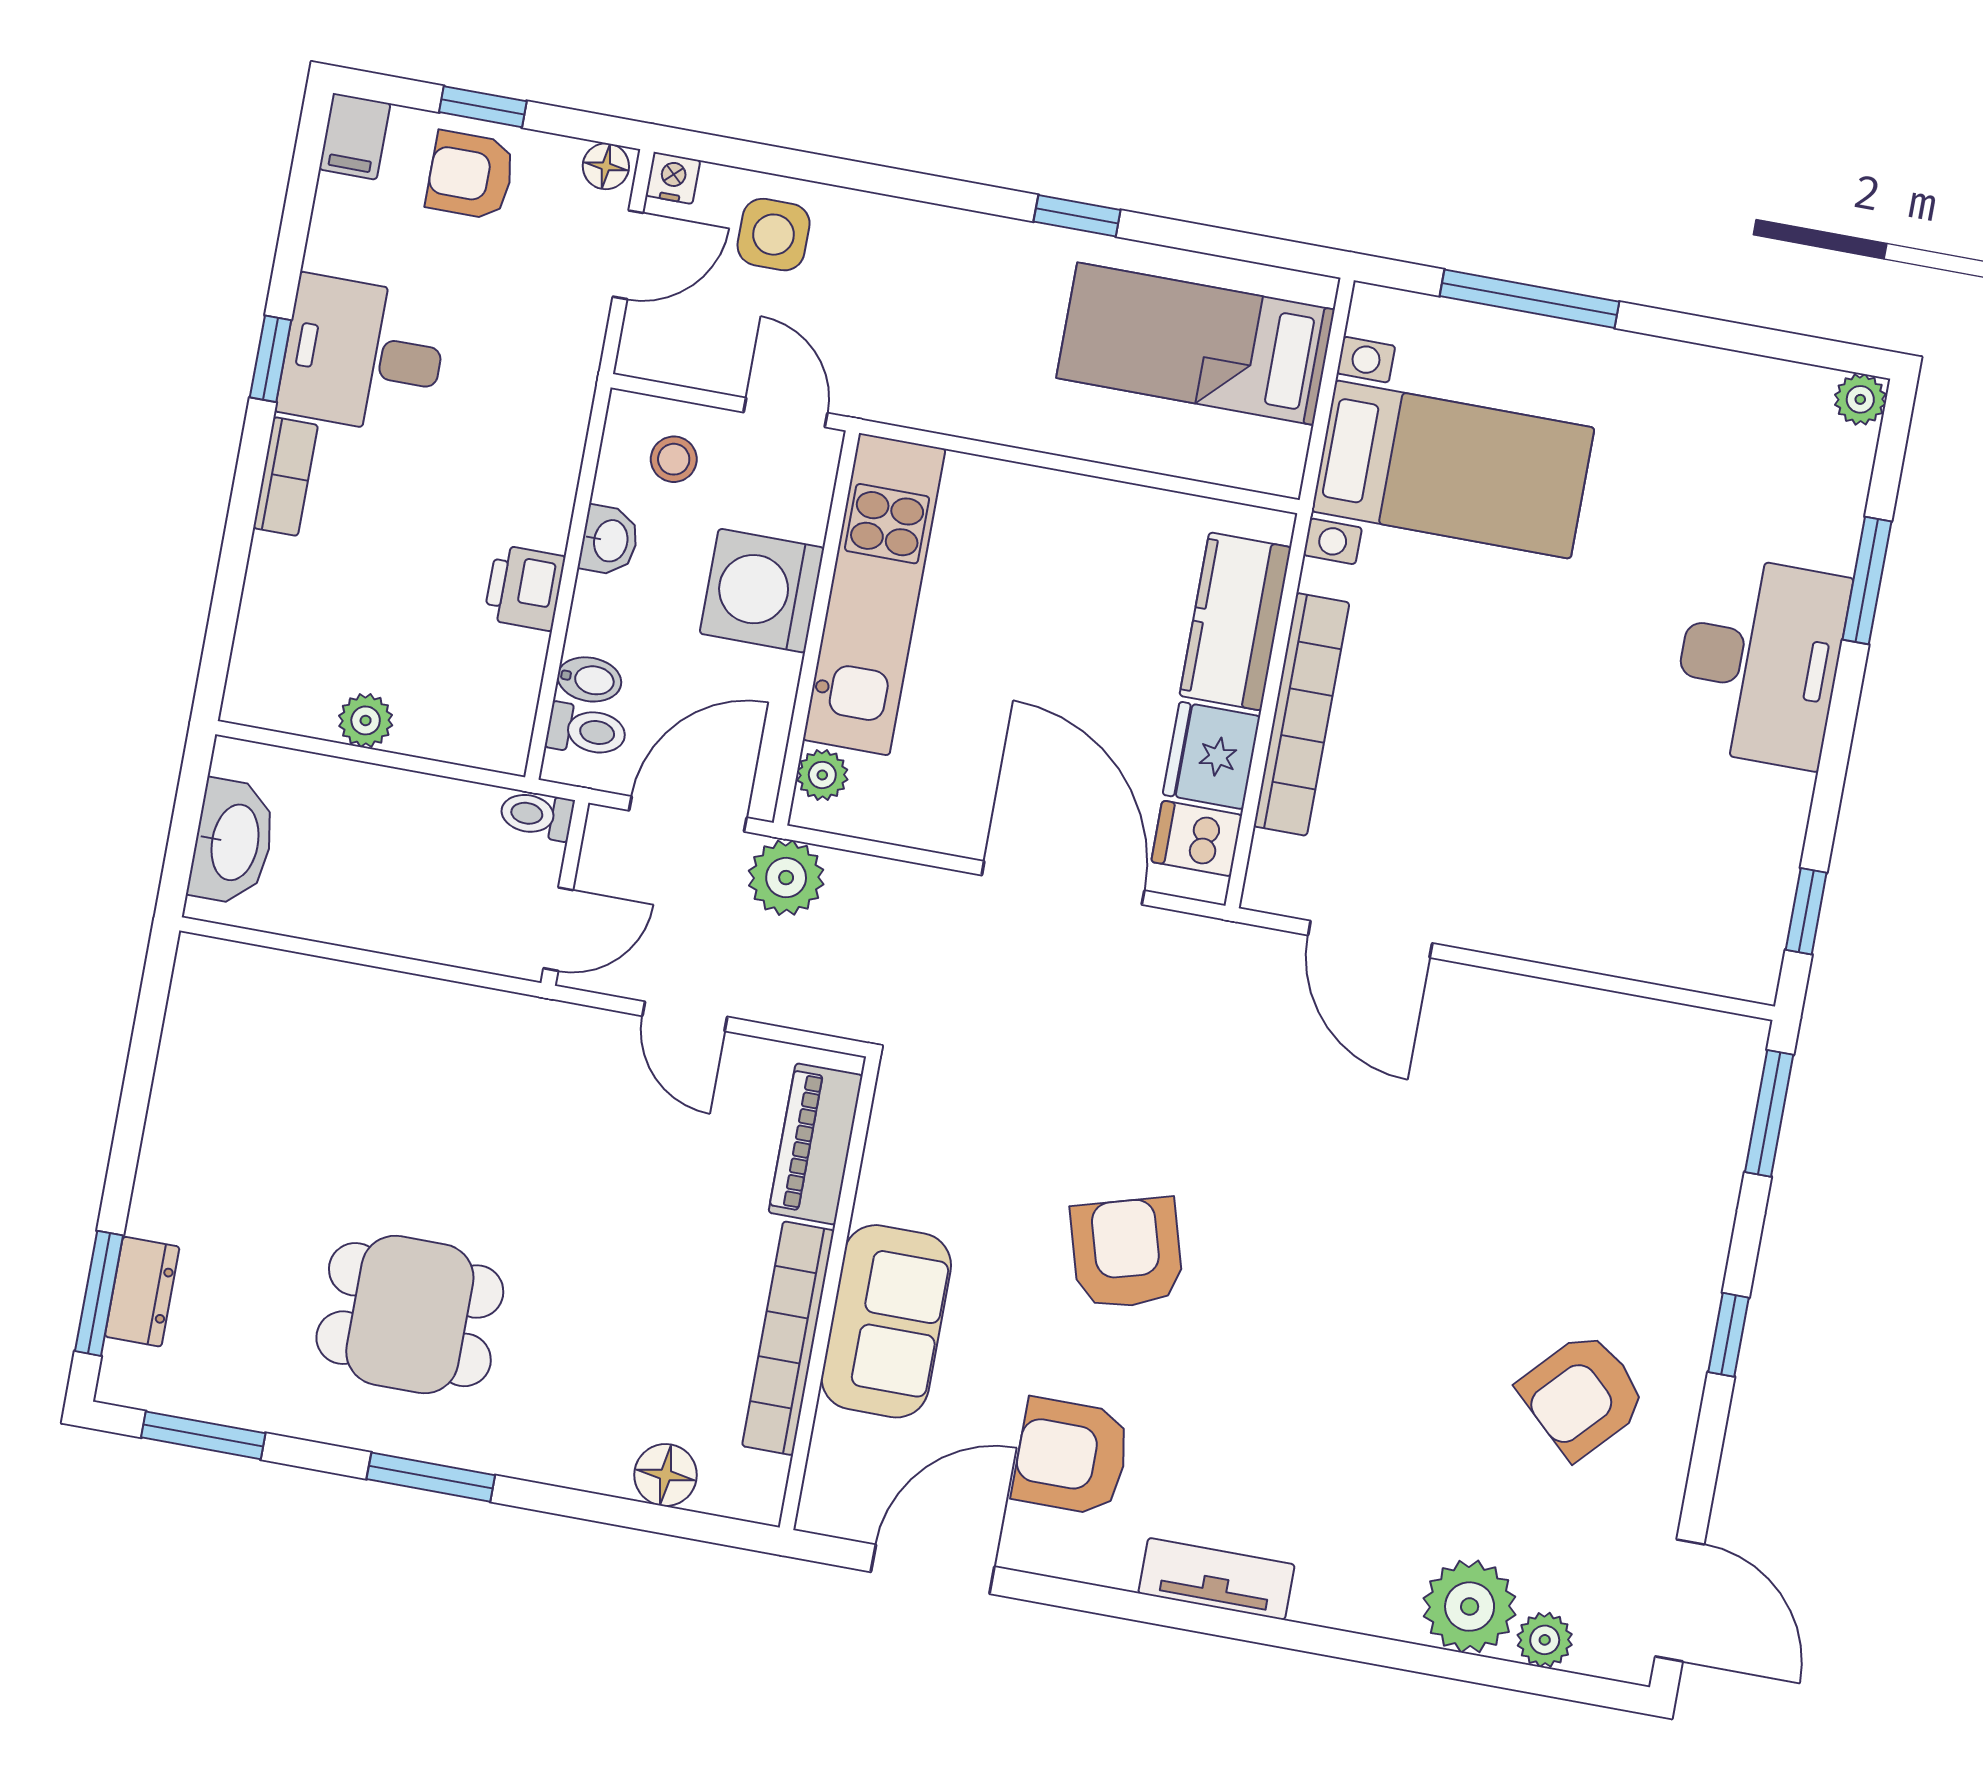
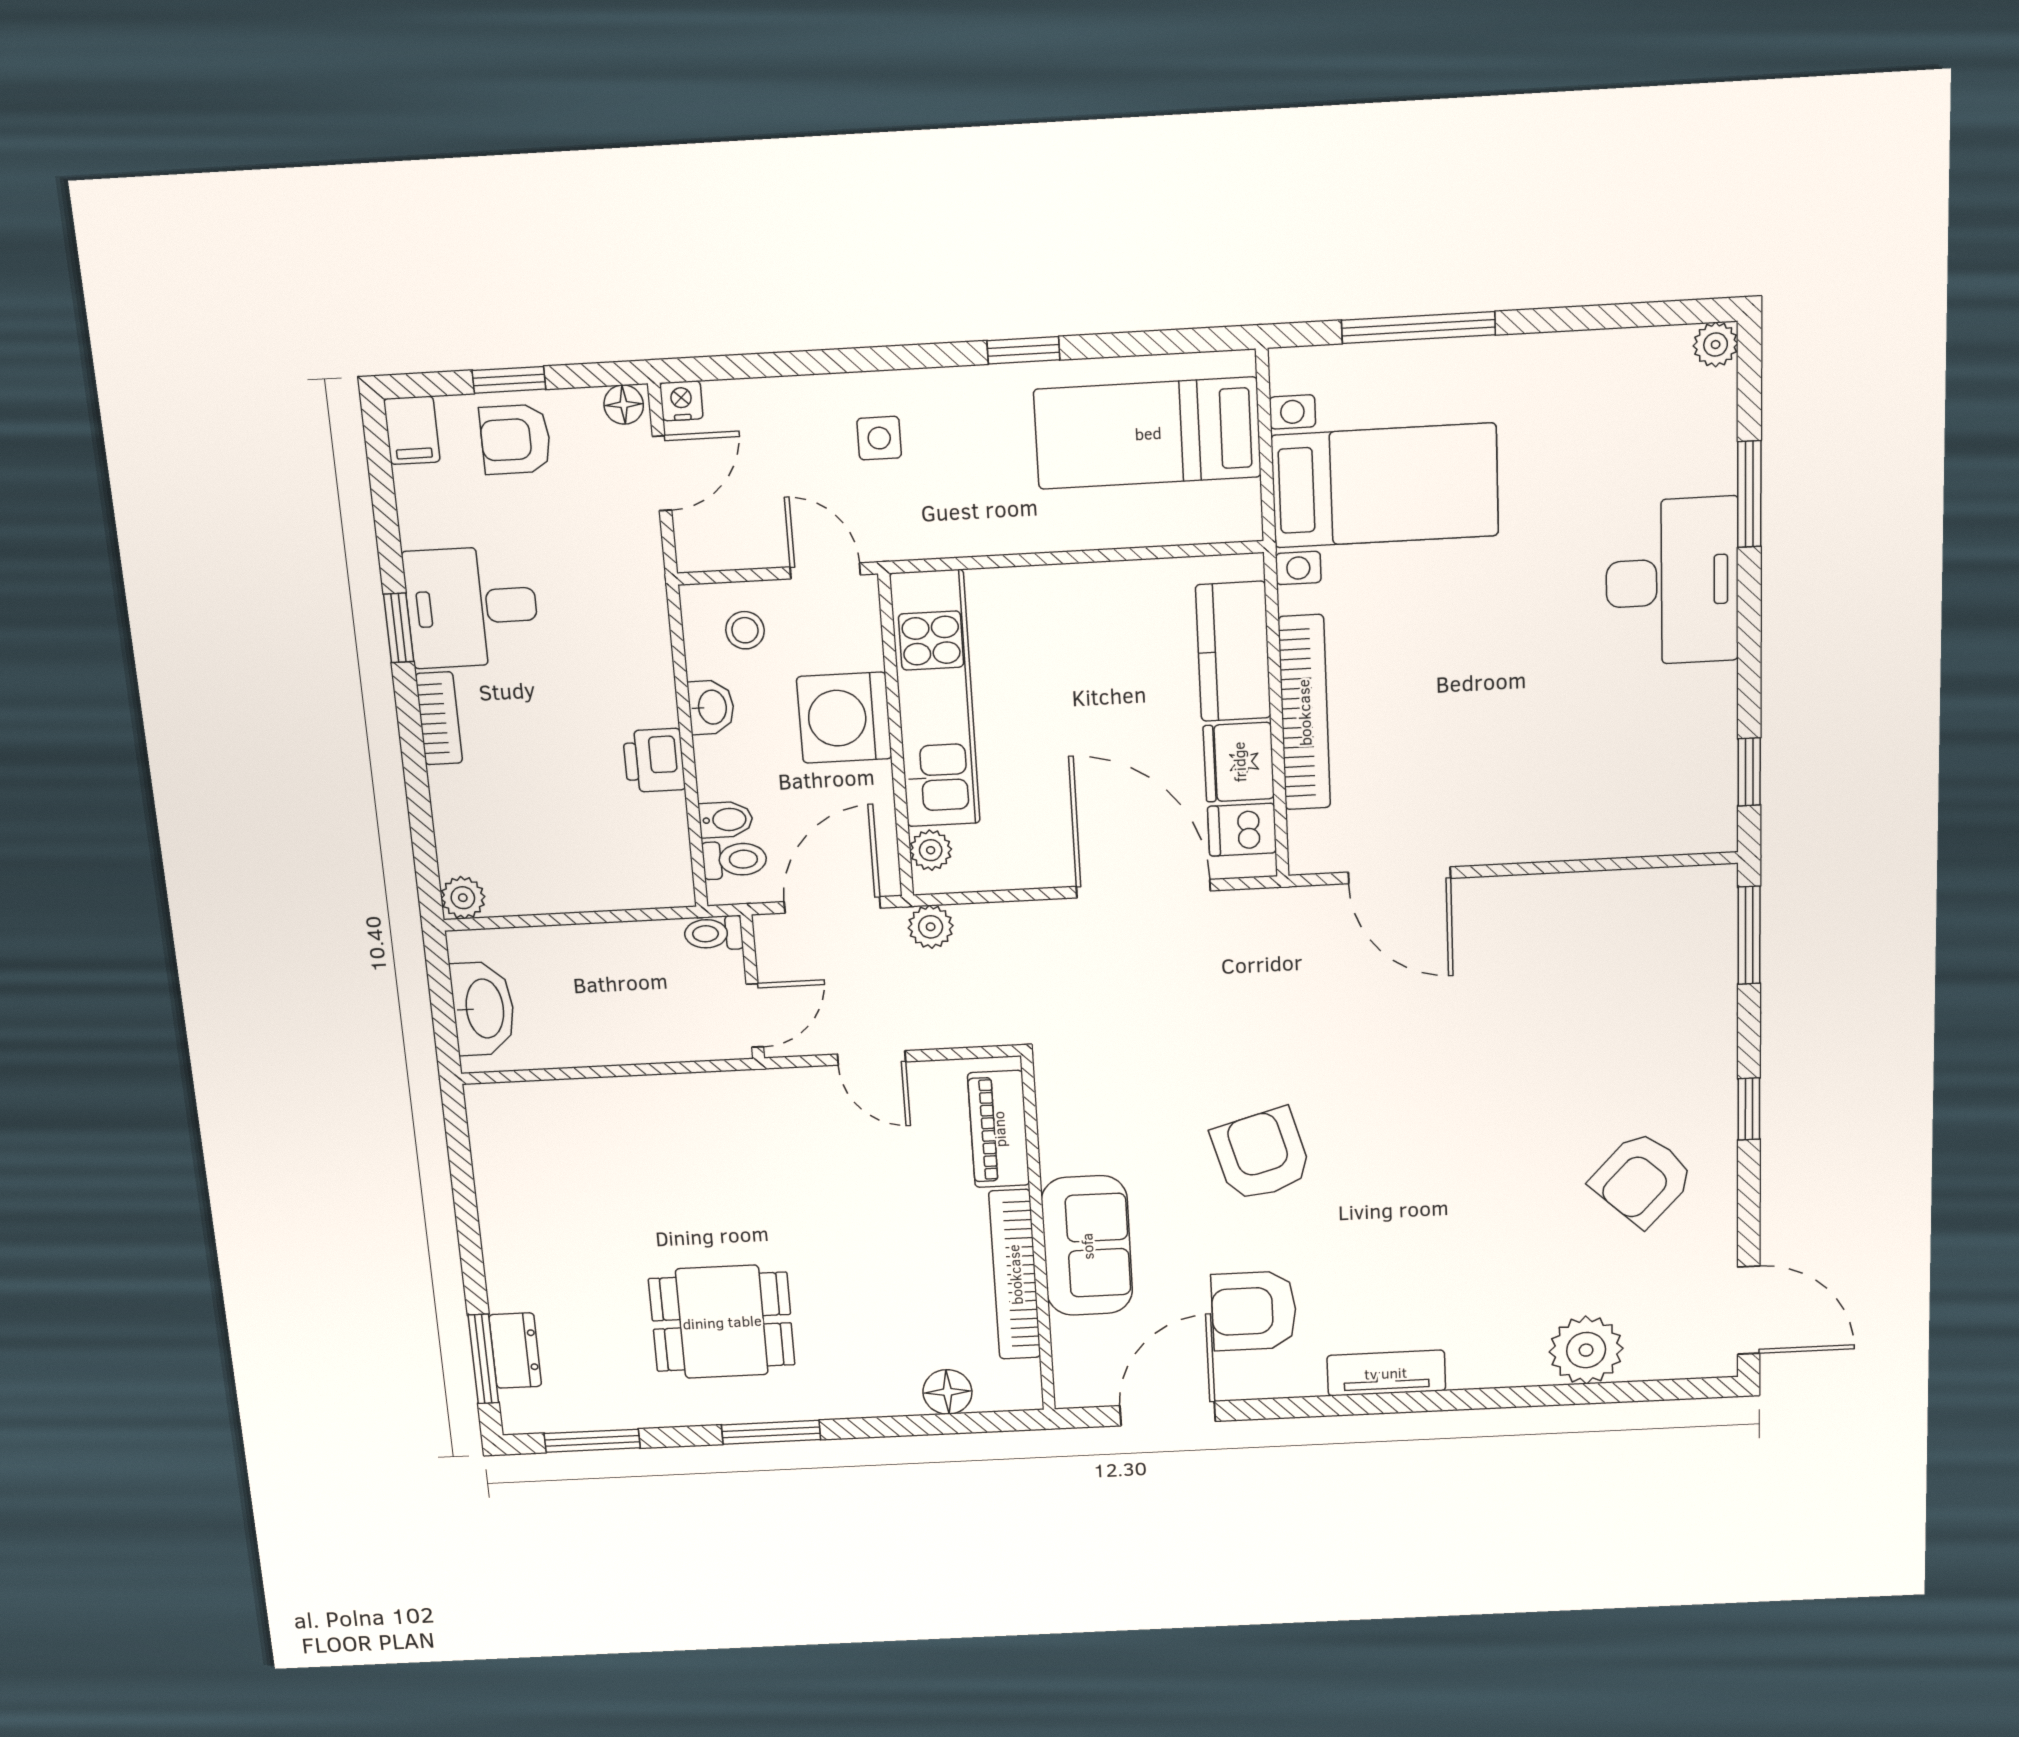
side table: (774, 235) -> (879, 438), moved, width x0.73, depth x0.73
plant: (366, 720) -> (463, 898), moved
plant: (786, 878) -> (931, 927), width x0.73, depth x0.73
plant: (1545, 1640) -> (1649, 1361), removed

